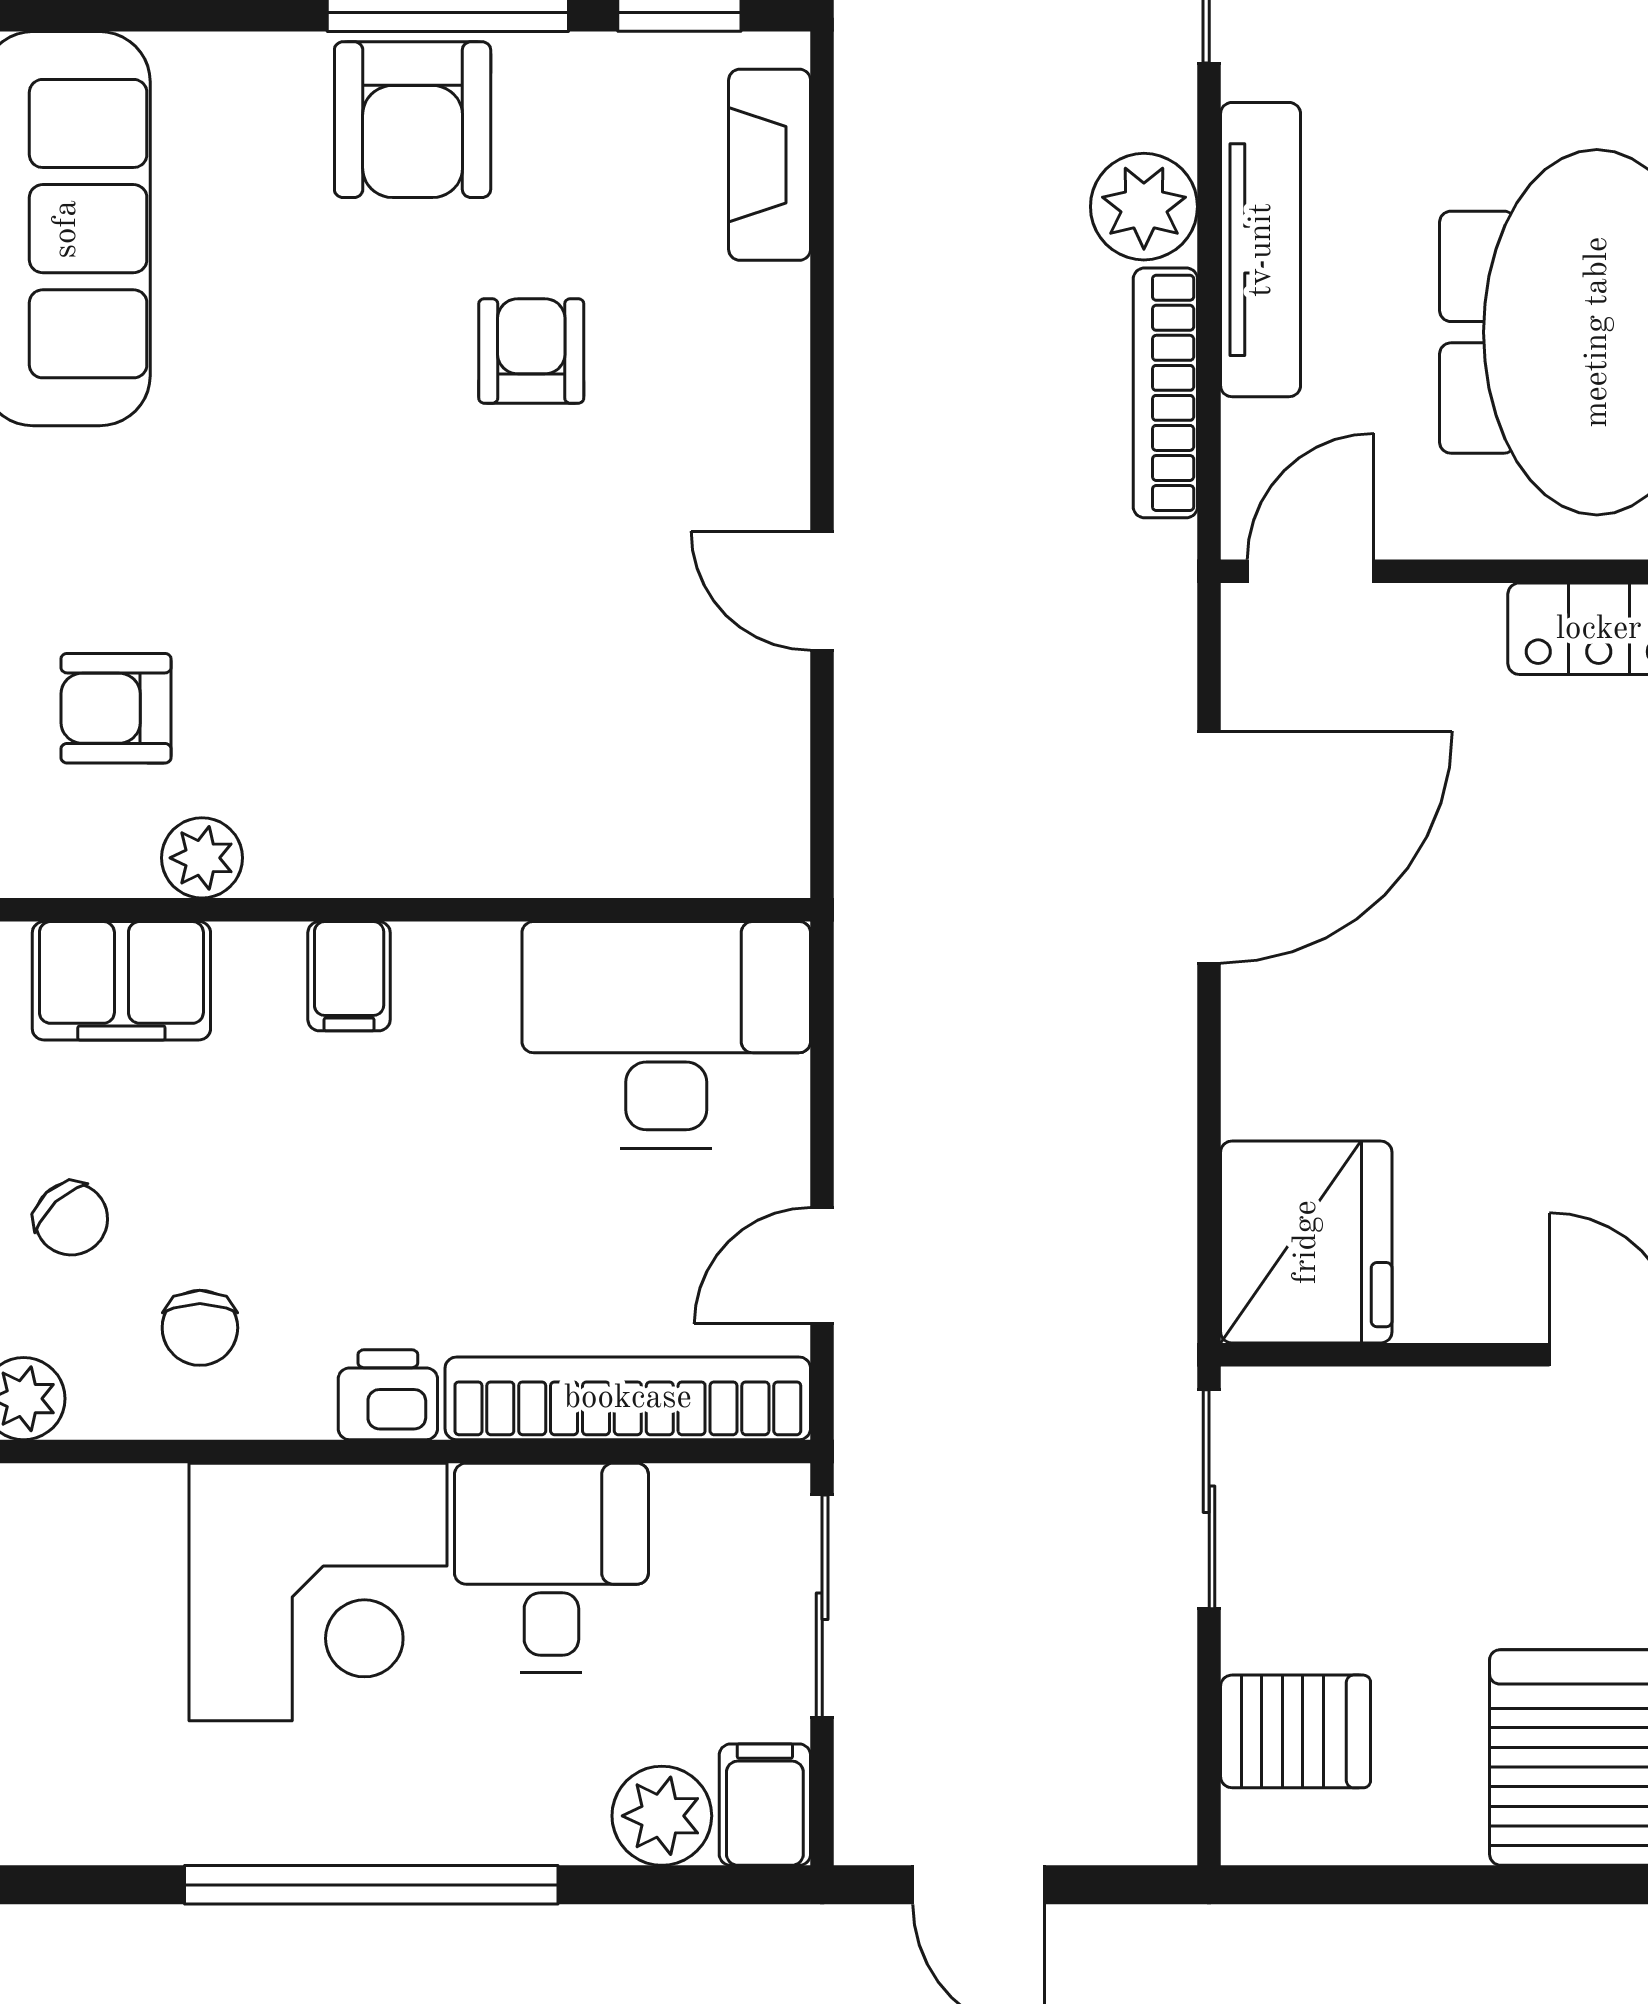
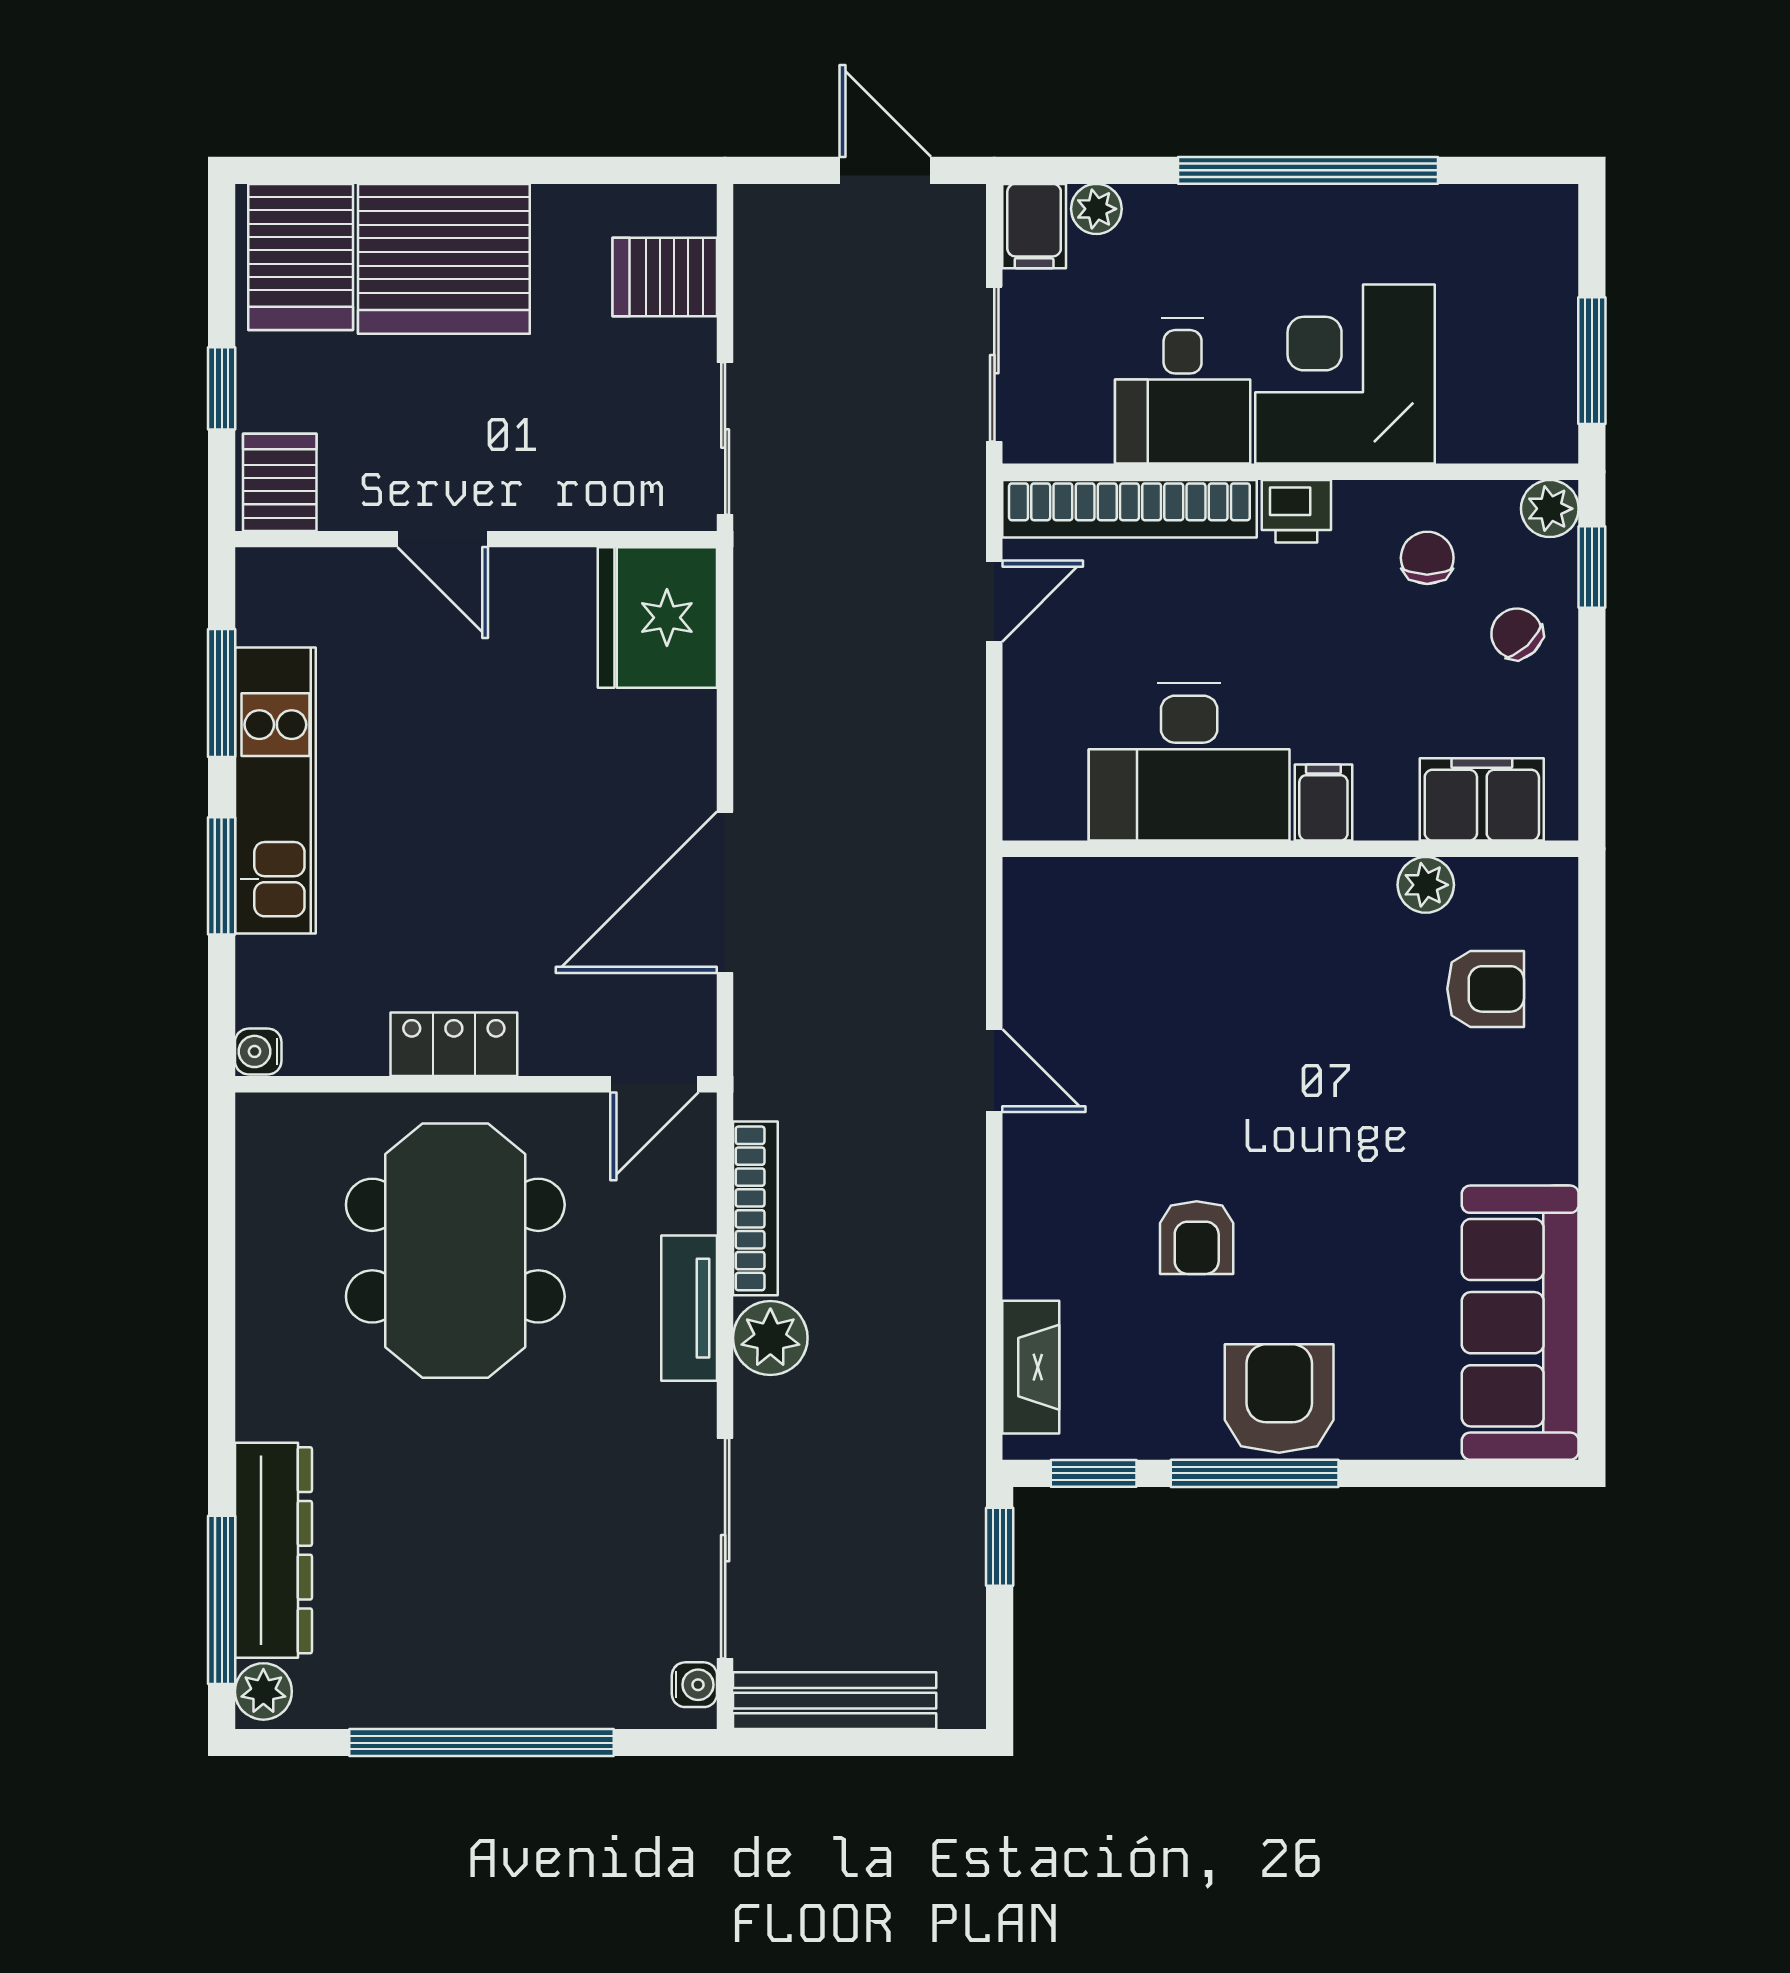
tv unit: (1261, 250) -> (689, 1308), width x0.71
desk: (666, 1035) -> (1189, 762), moved
plant: (662, 1816) -> (1096, 209), width x0.73, depth x0.73

